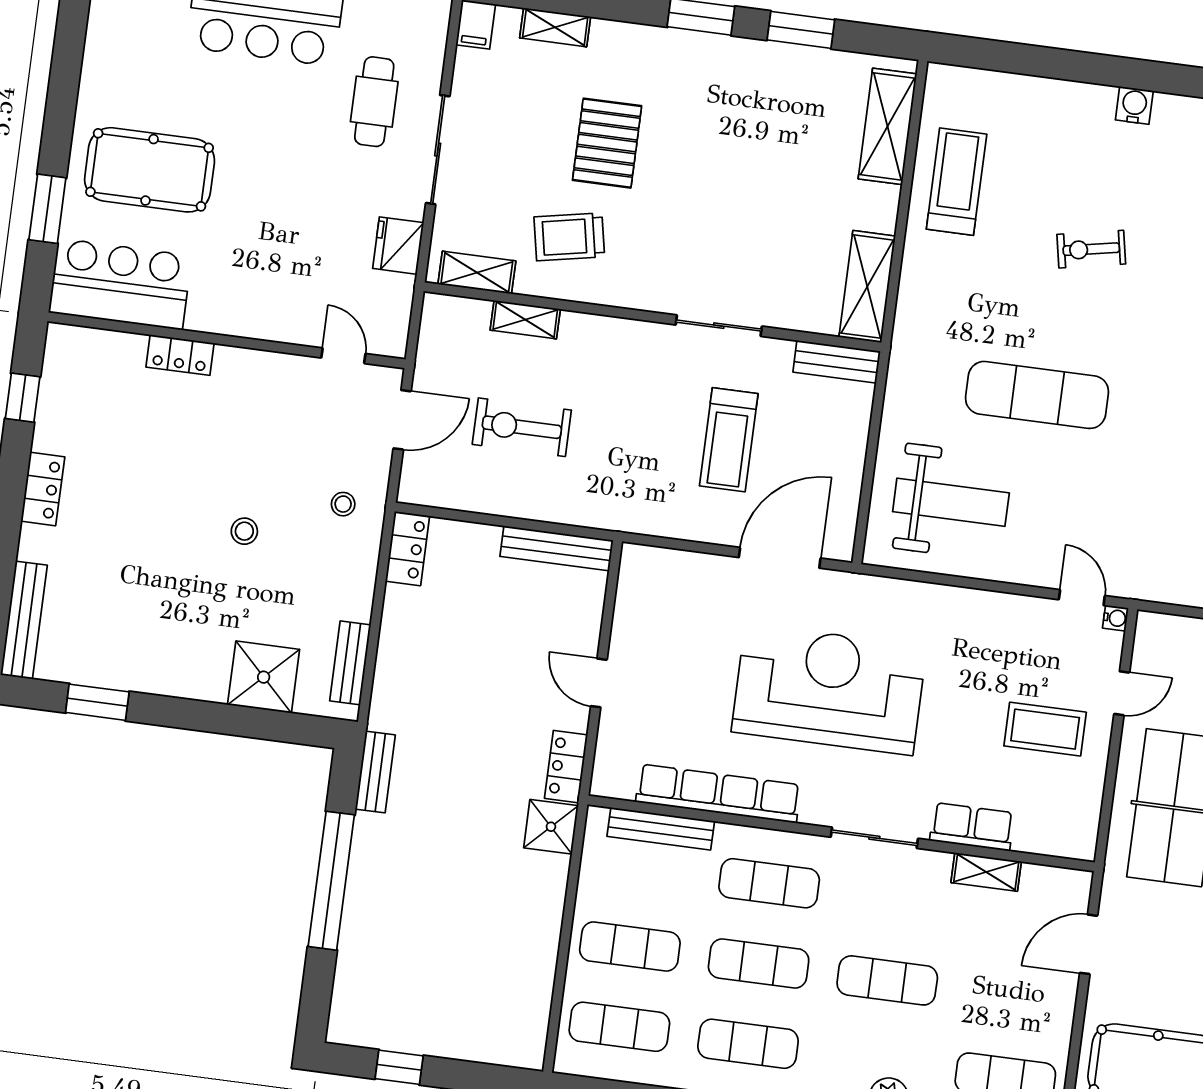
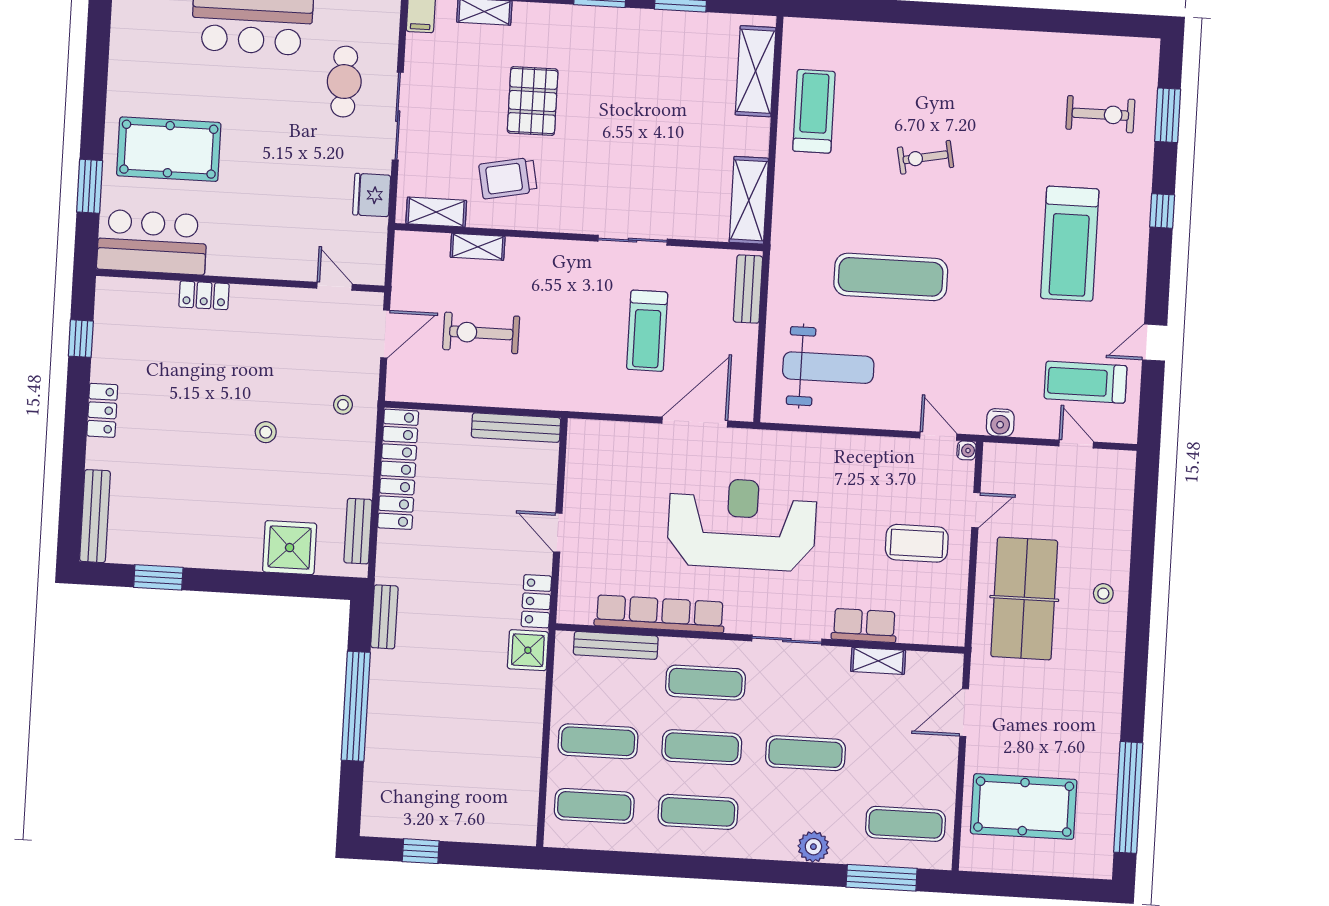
water cooler: (1134, 105) -> (1000, 423), moved, turned 180
bench: (837, 362) -> (748, 289), moved, turned 90
locker: (407, 549) -> (398, 469), width x2.16, depth x1.21

